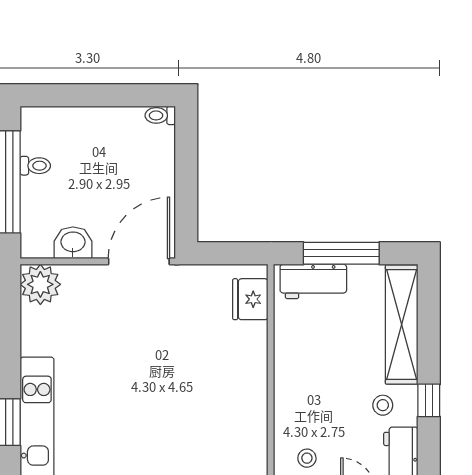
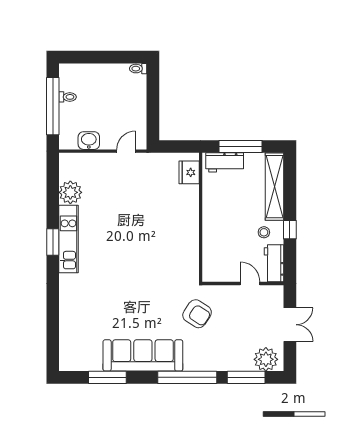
door: (139, 261) -> (126, 151), width x0.53
plant: (40, 284) -> (70, 192), moved
stool: (307, 458) -> (221, 262), removed

